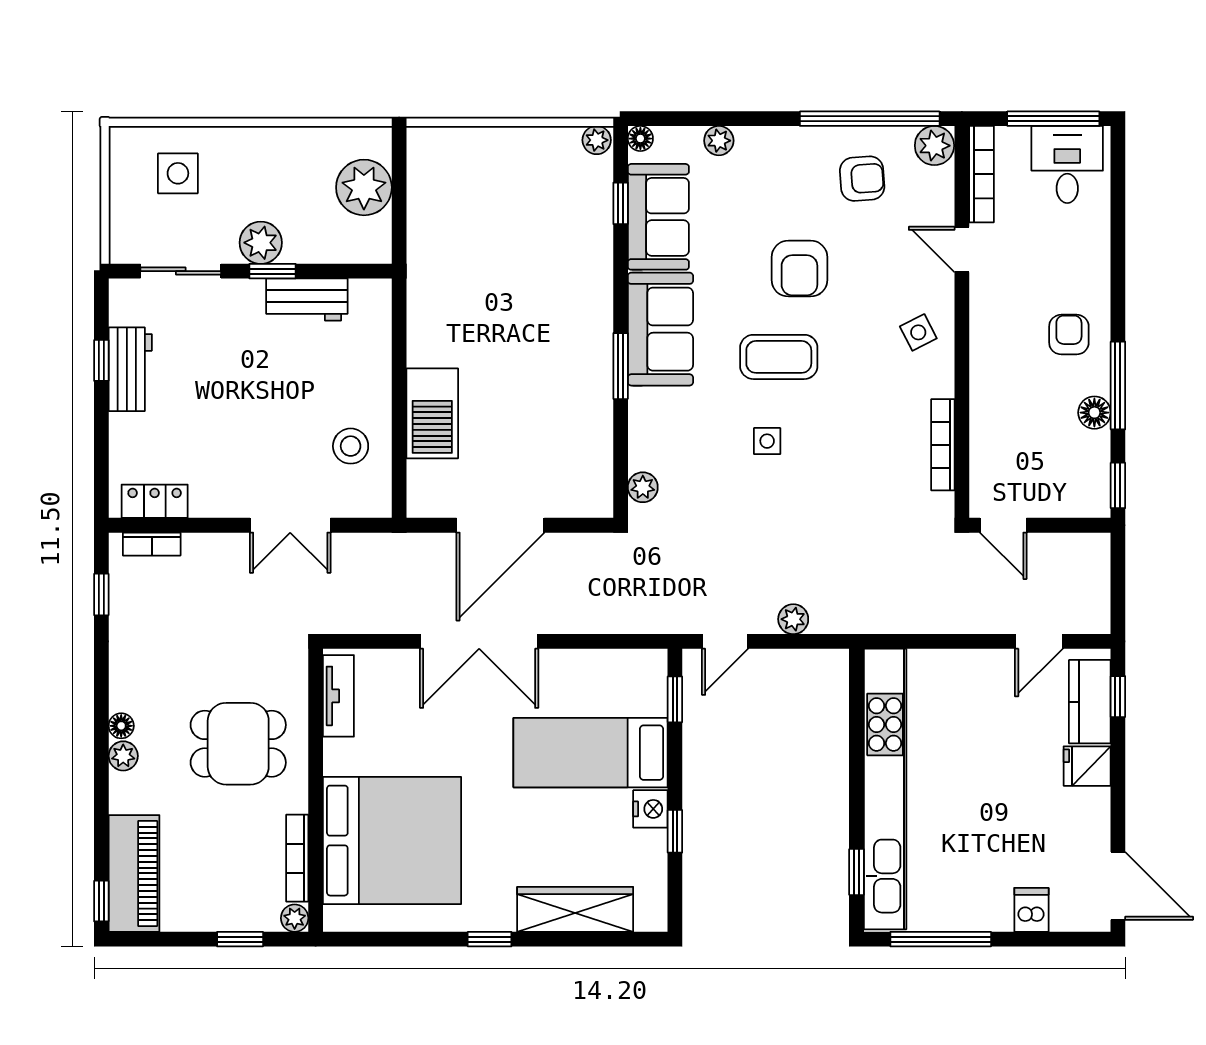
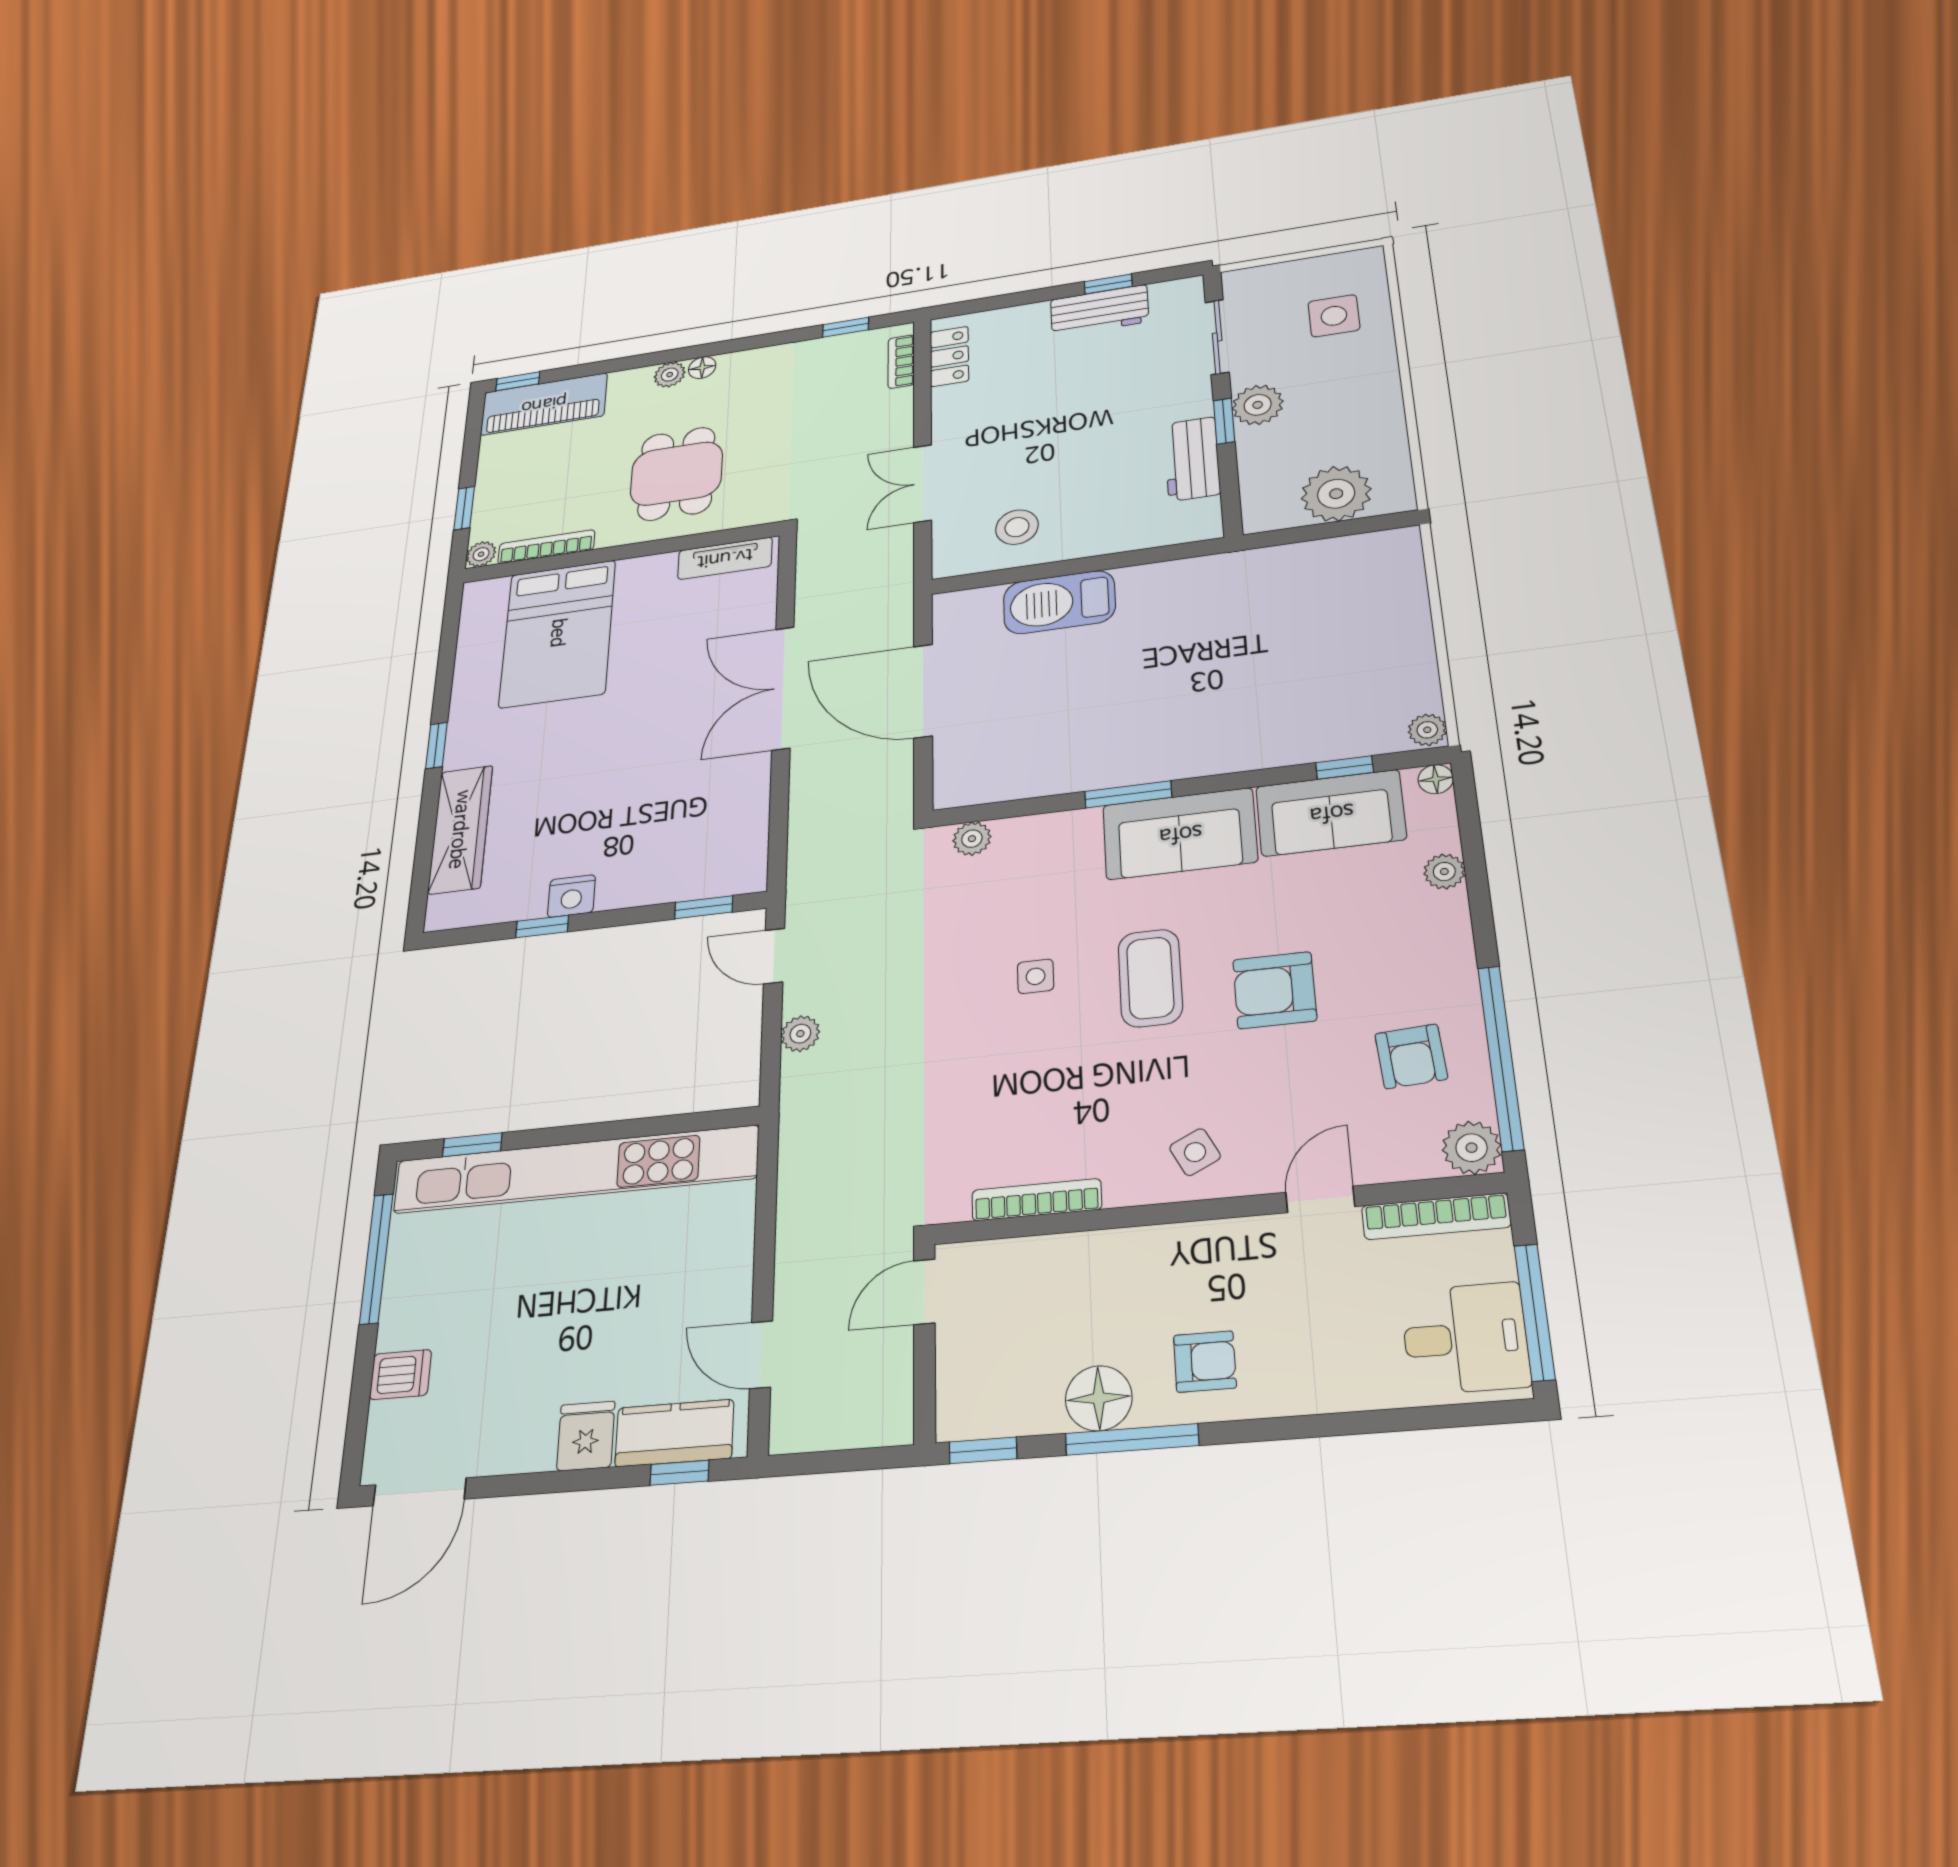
floor lamp: (1094, 413) -> (1099, 1398), width x1.38, depth x1.38
bed: (591, 753) -> (644, 822), removed
bed: (392, 841) -> (558, 633), width x0.73

